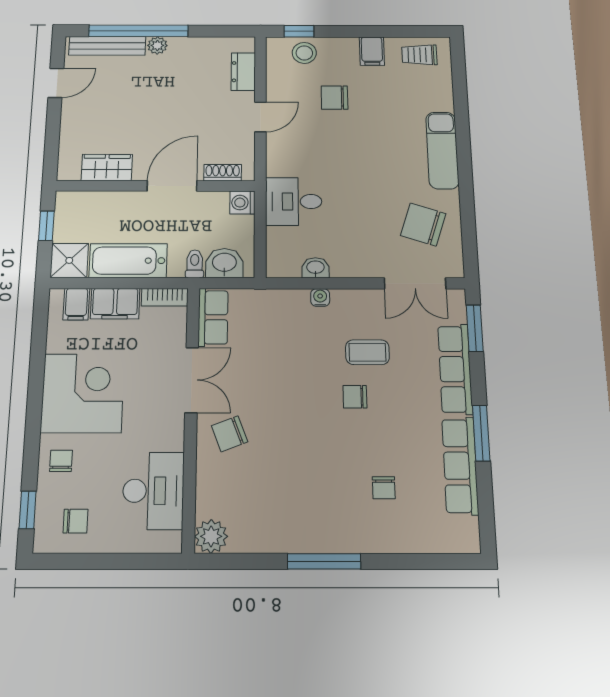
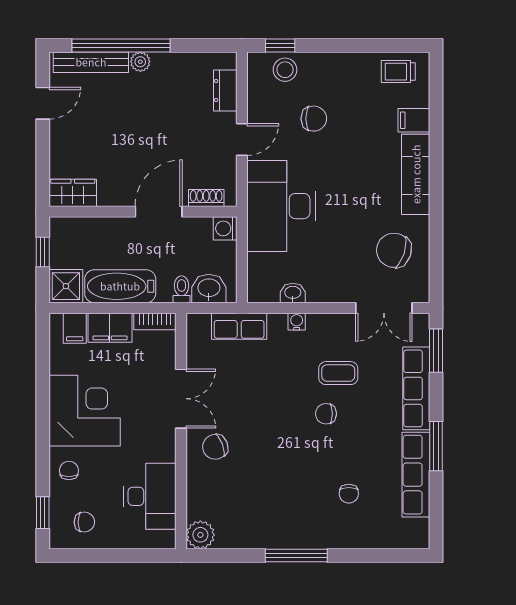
filing cabinet: (372, 51) -> (414, 120), moved, turned 90
chair: (335, 98) -> (314, 119), turned 180
wardrobe: (107, 168) -> (73, 193), moved
desk: (294, 201) -> (281, 206), width x1.87, depth x1.30
row of seats: (213, 317) -> (239, 326), moved, turned 90

